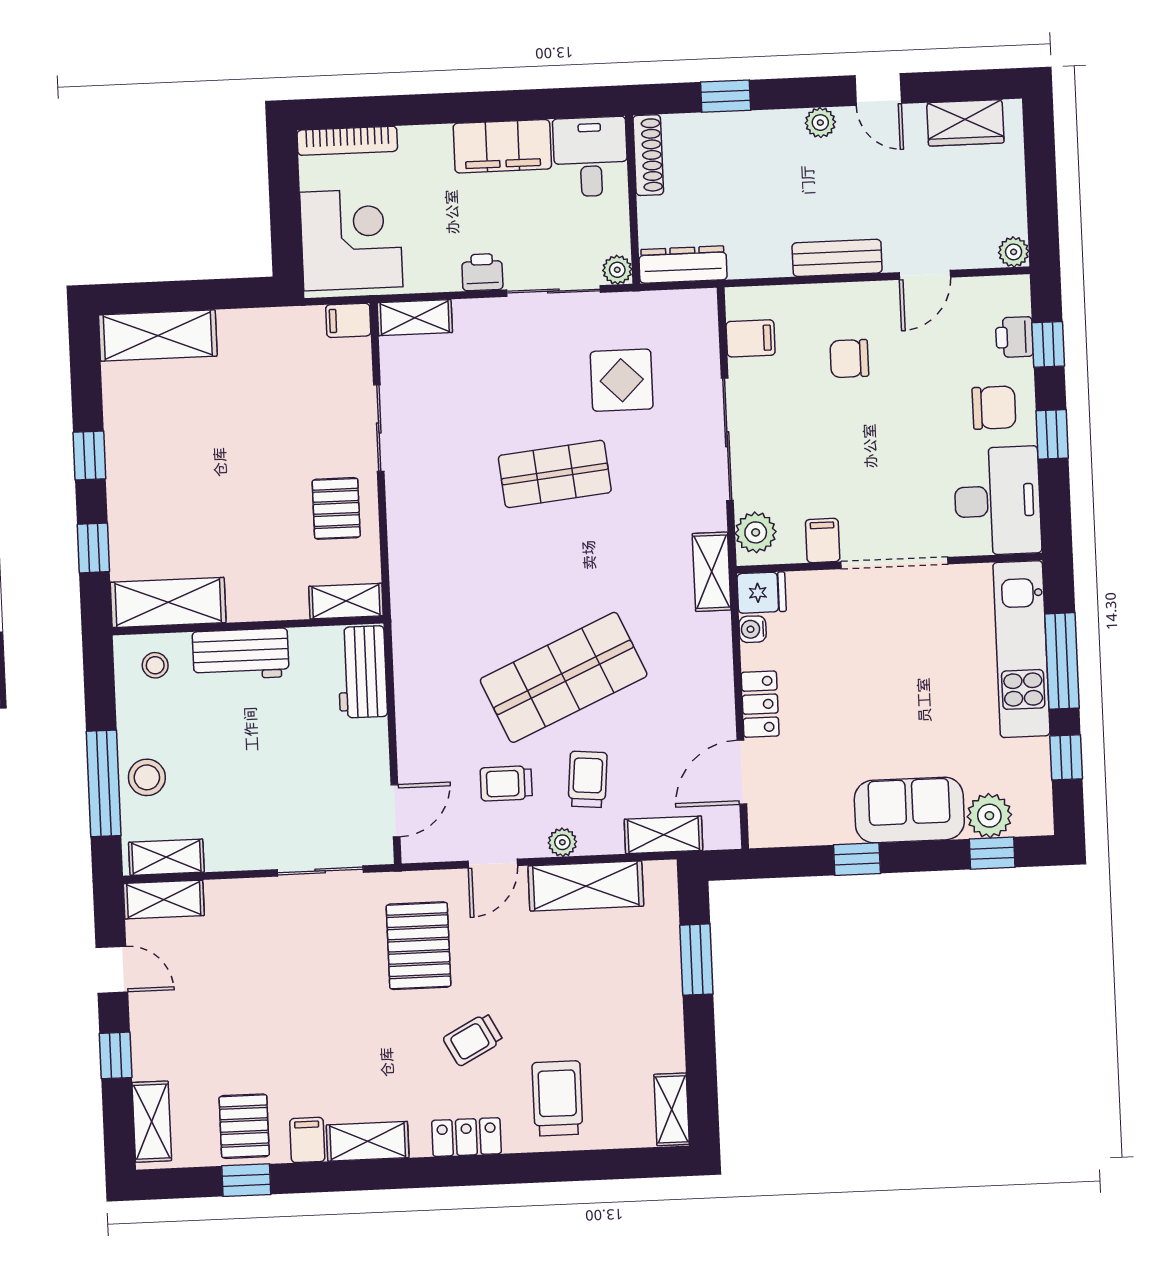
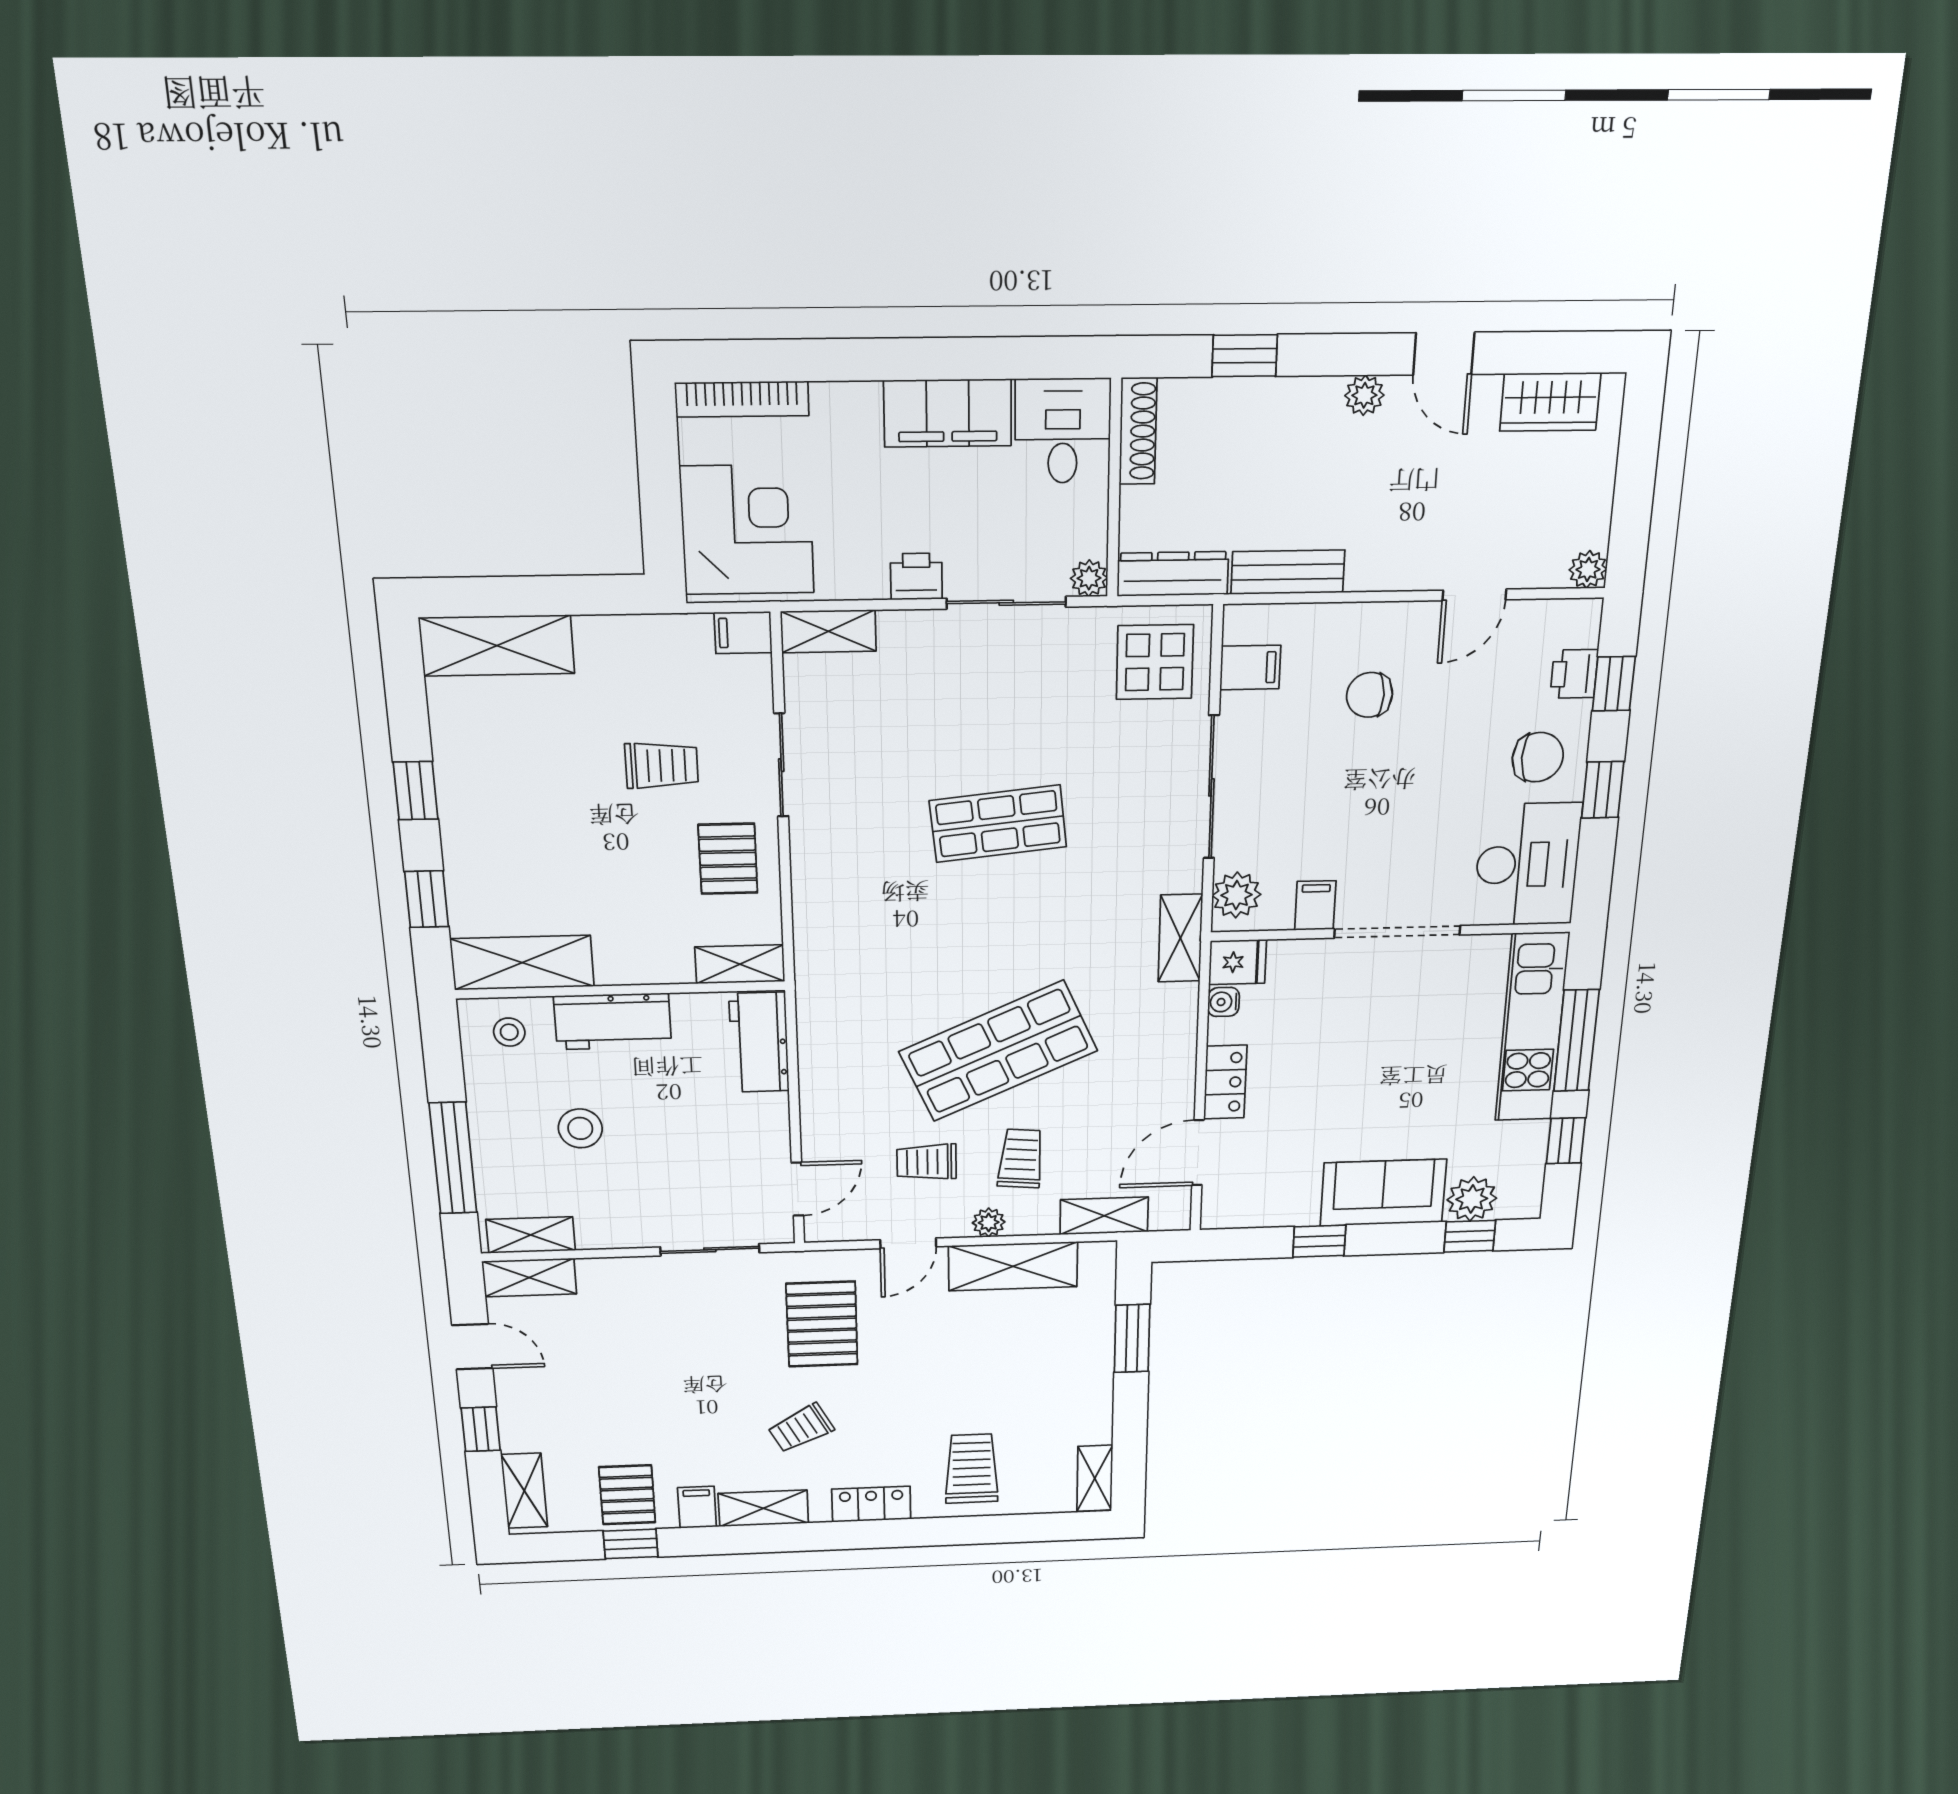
bench: (837, 258) -> (1288, 572), moved
display table: (622, 380) -> (1155, 662), moved
trolley: (284, 430) -> (662, 765), added
stool: (147, 777) -> (580, 1128), moved
trolley: (473, 1040) -> (801, 1428), moved

